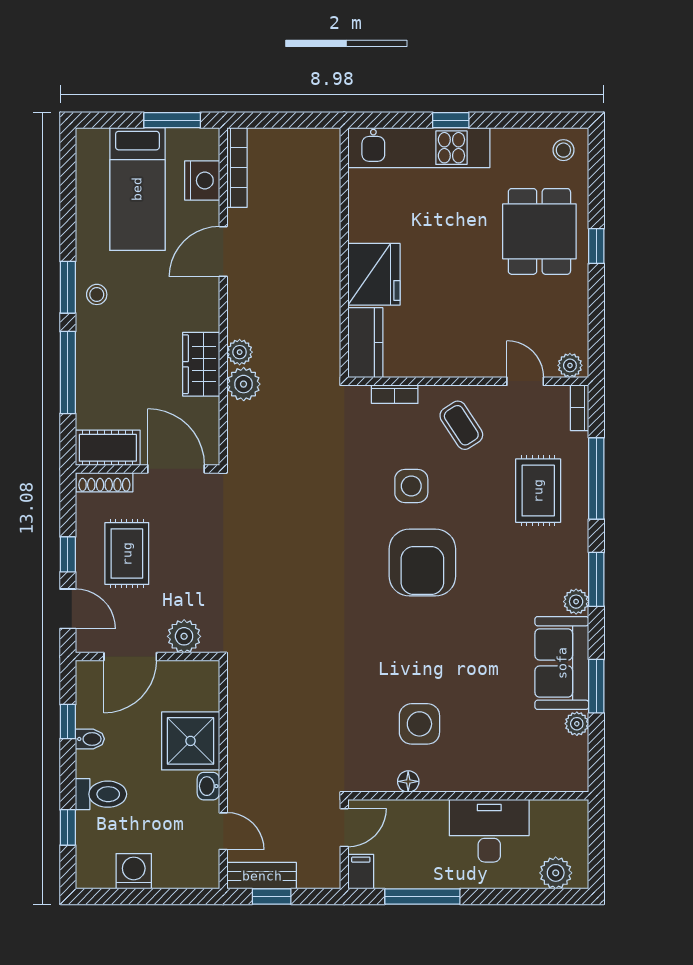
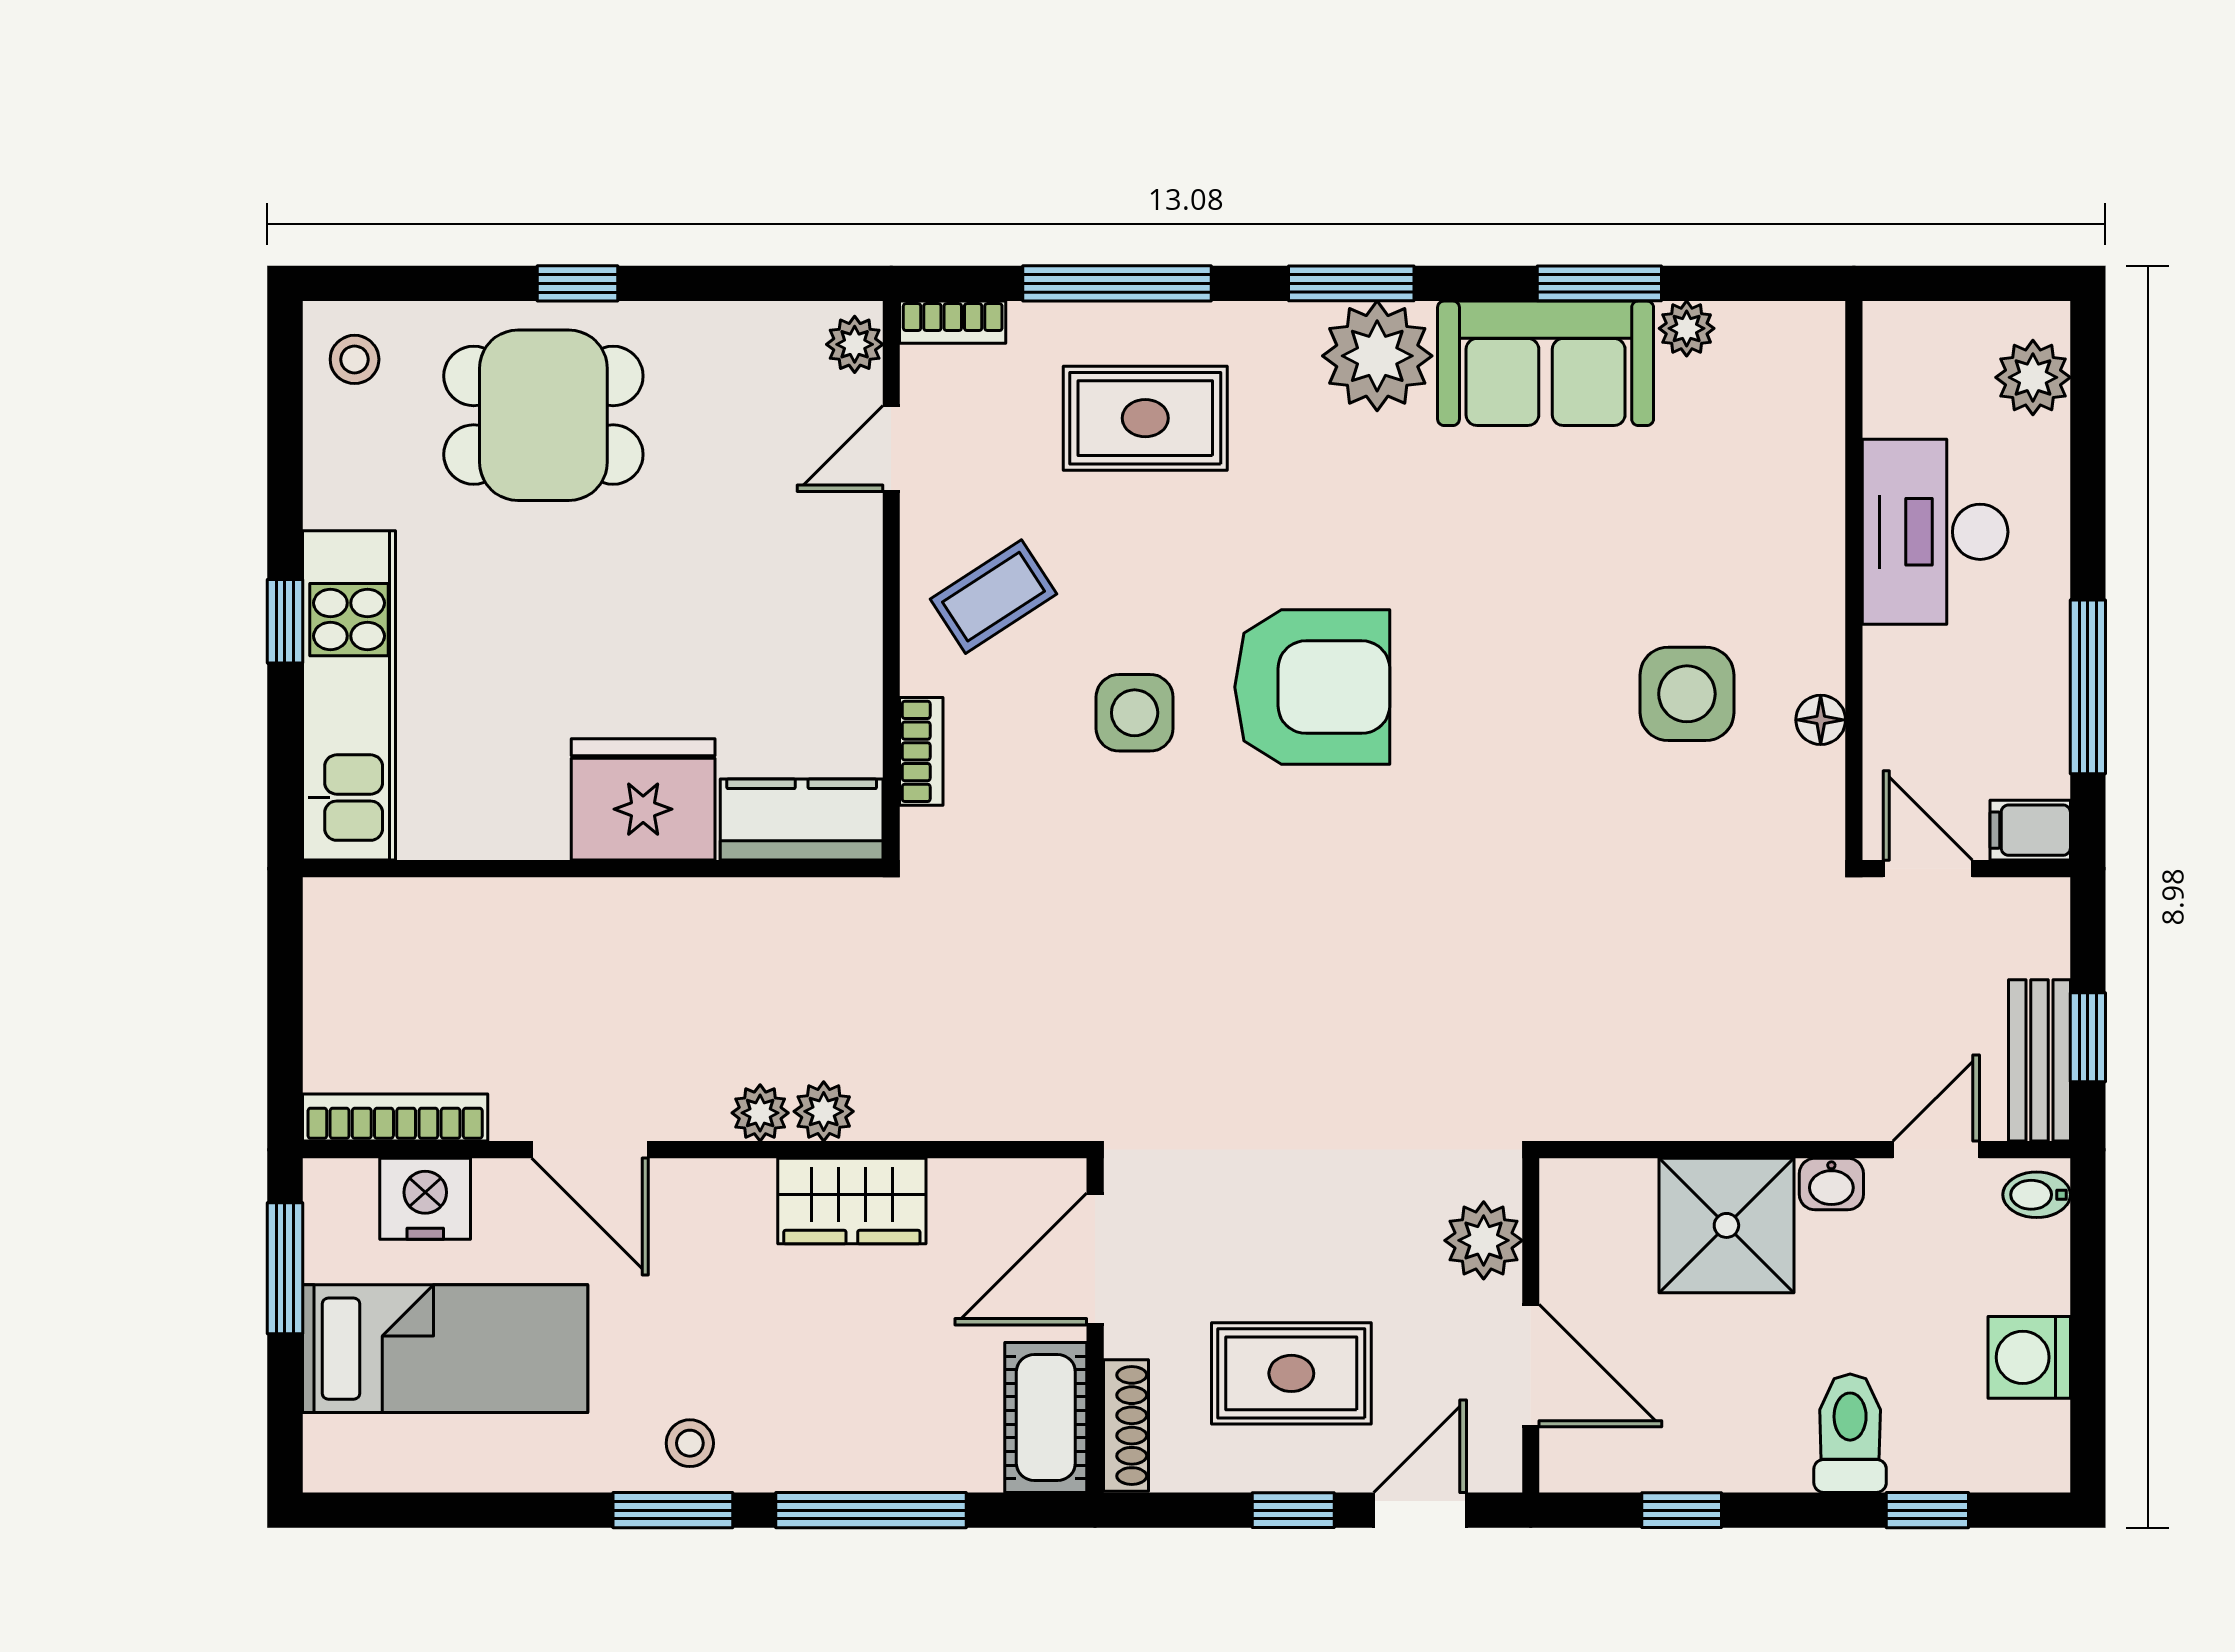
plant: (244, 384) -> (760, 1113), moved, width x0.73, depth x0.73
plant: (576, 602) -> (1377, 356), width x1.87, depth x1.87
bidet: (90, 739) -> (2037, 1195), moved, turned -90

